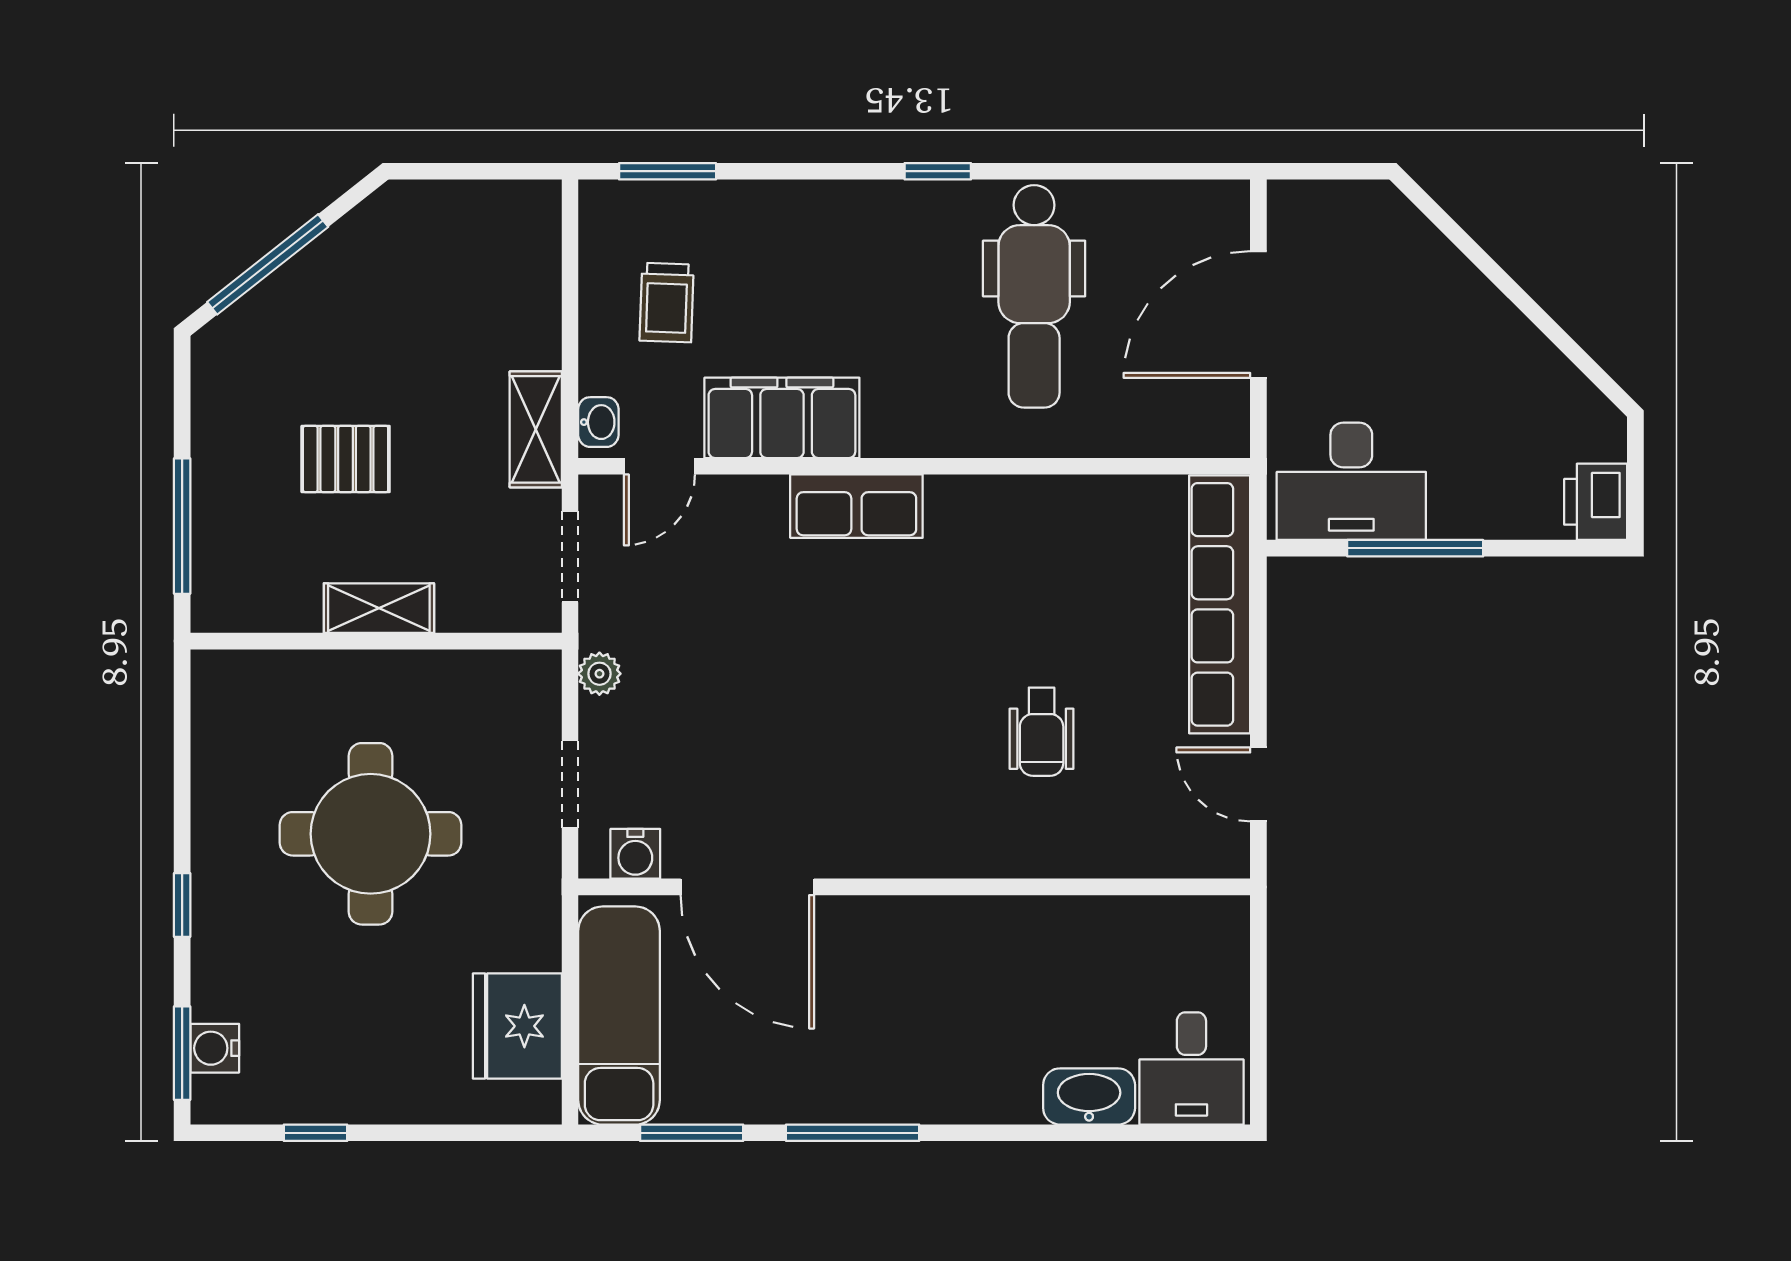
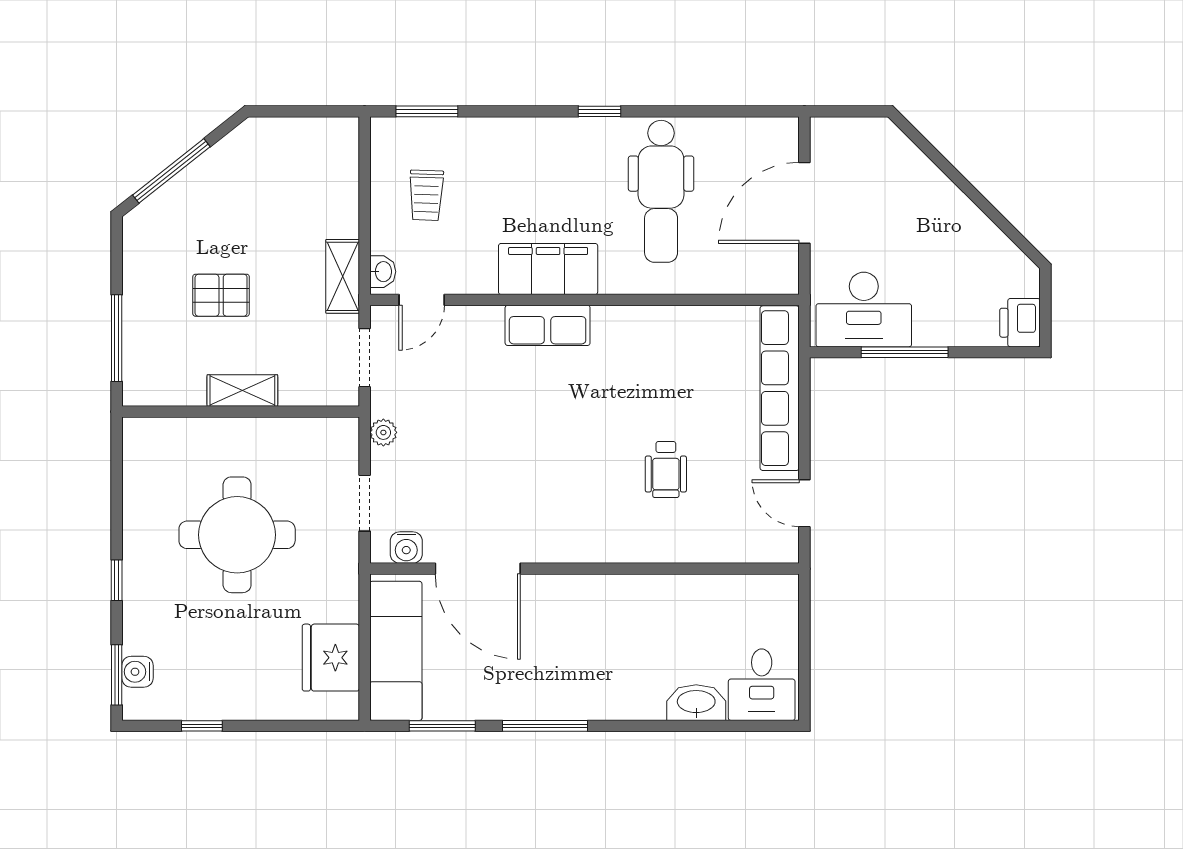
filing cabinet: (782, 418) -> (548, 269), moved

